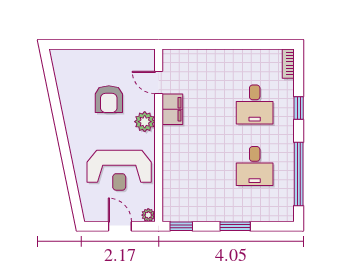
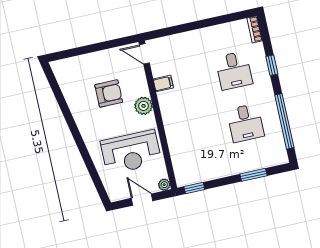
door: (159, 82) -> (144, 54), moved
armchair: (109, 99) -> (109, 93), turned -90
filing cabinet: (172, 109) -> (163, 83), width x0.50
window: (235, 226) -> (253, 175), moved

